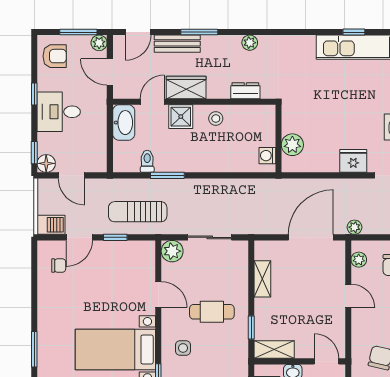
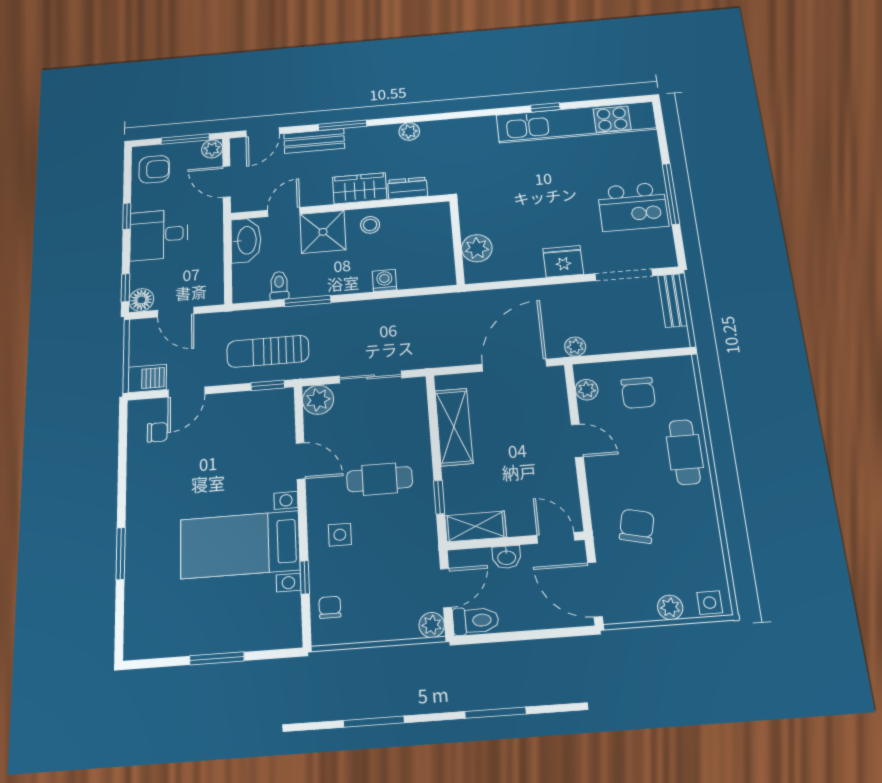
wardrobe: (186, 87) -> (360, 188), moved
shower: (181, 117) -> (323, 232), width x1.36, depth x1.36
washing machine: (267, 156) -> (384, 280), moved, turned 90
window: (115, 237) -> (268, 385), moved
shelving: (262, 279) -> (454, 427), width x1.50, depth x1.33

